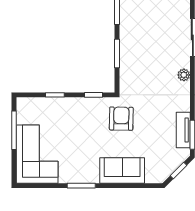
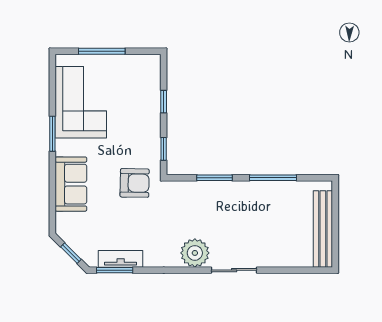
plant: (184, 75) -> (195, 253), width x1.88, depth x1.88
window: (14, 130) -> (102, 51), moved
corner sofa: (37, 154) -> (81, 102), moved, turned -90

